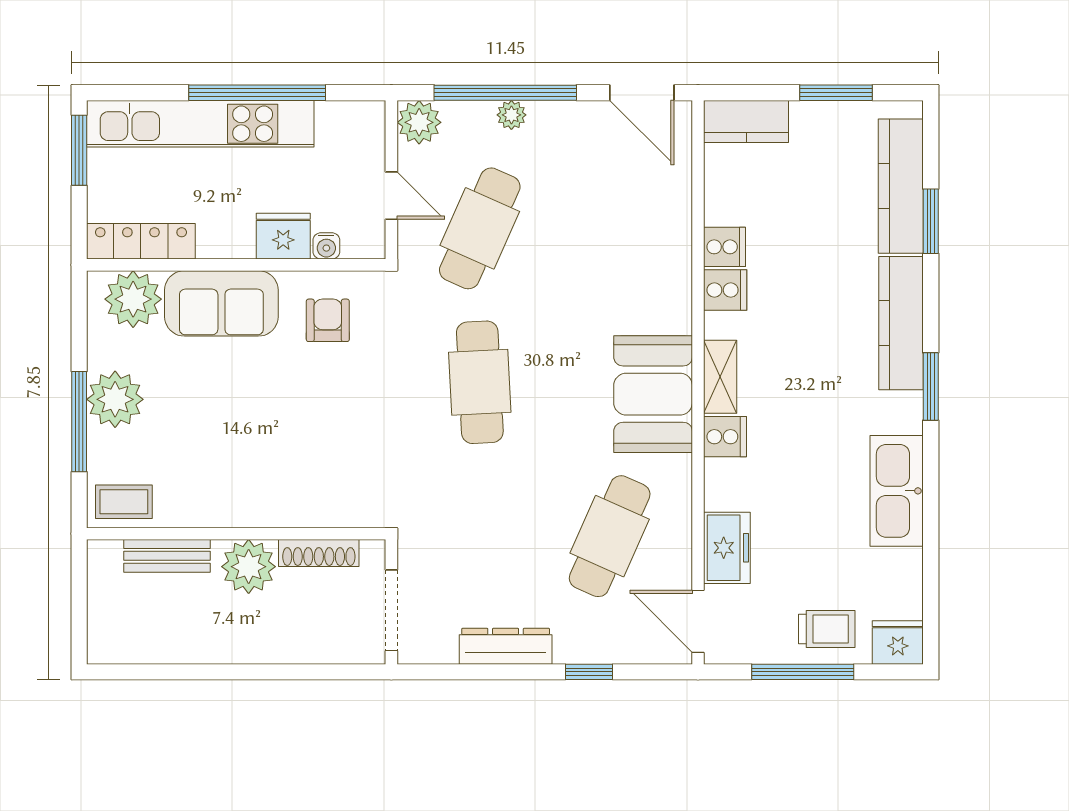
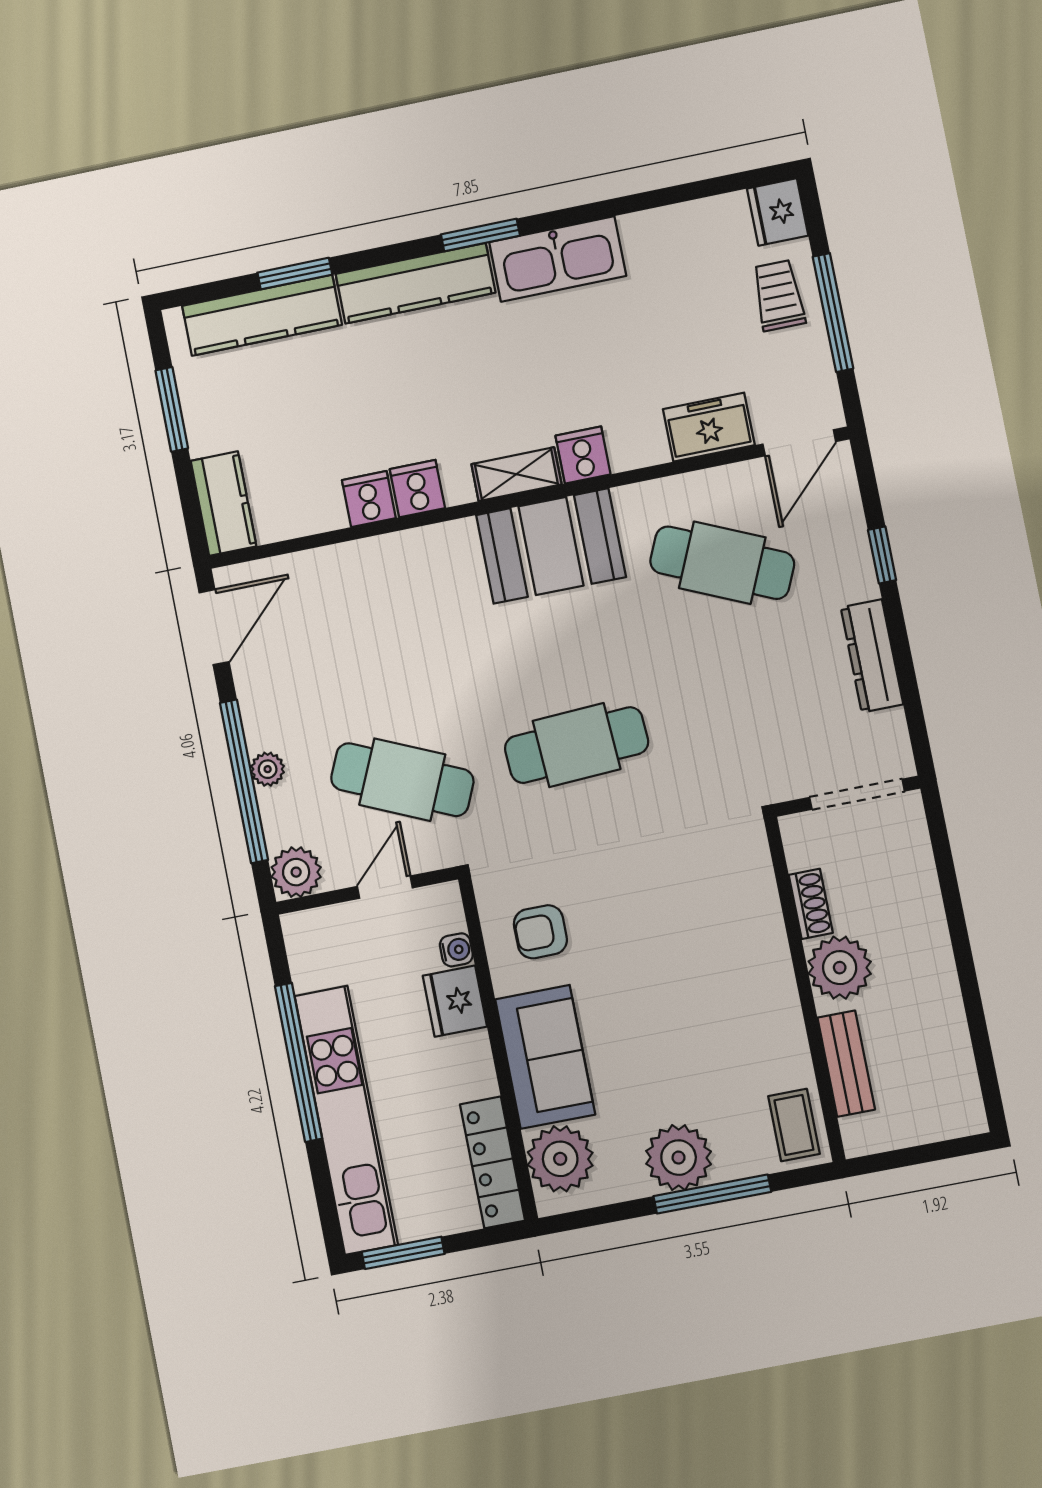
kitchen sink: (897, 491) -> (558, 259), moved
shoe rack: (319, 553) -> (811, 904), width x0.70

